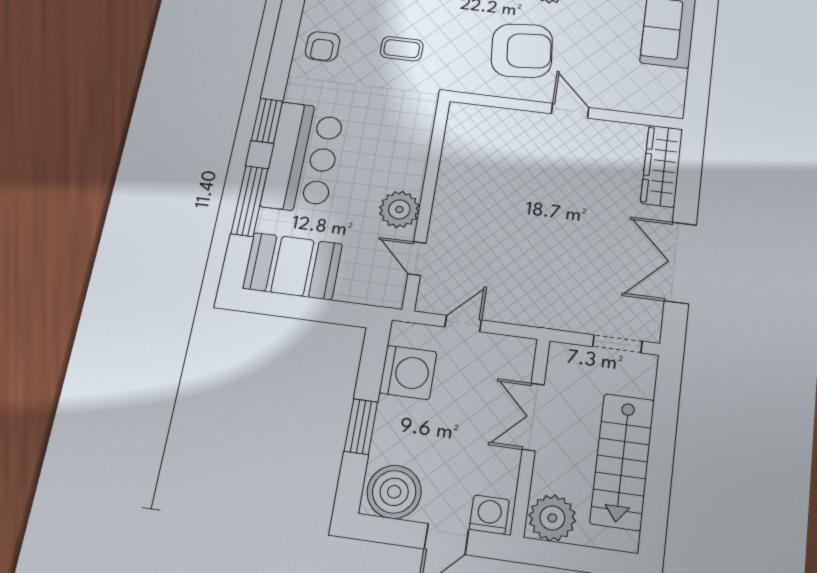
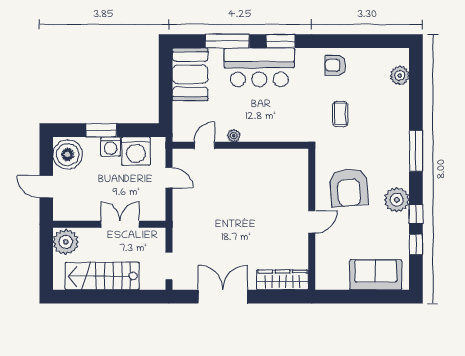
plant: (399, 209) -> (234, 136), width x0.53, depth x0.53
washing machine: (489, 515) -> (111, 147), moved, turned 90

